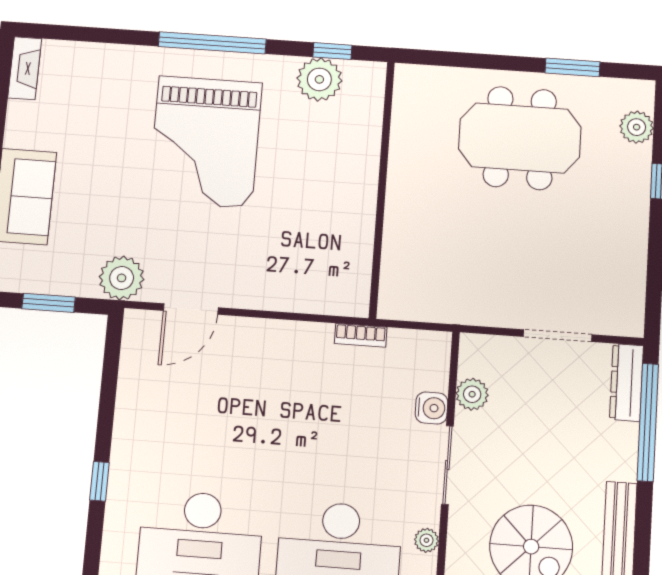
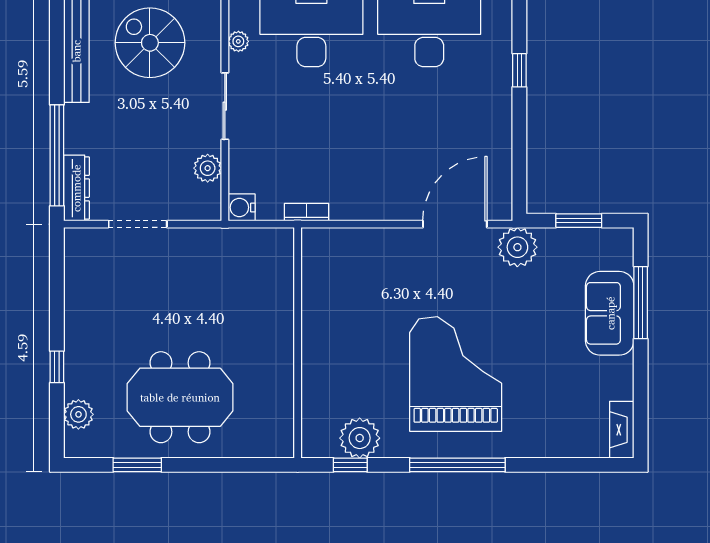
door: (191, 309) -> (455, 224), width x1.36
water cooler: (431, 408) -> (242, 207), moved

